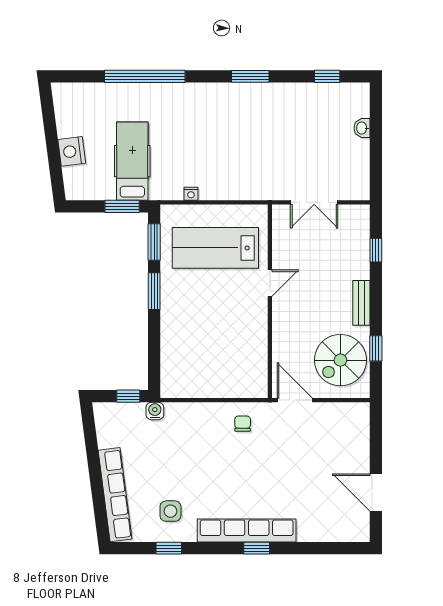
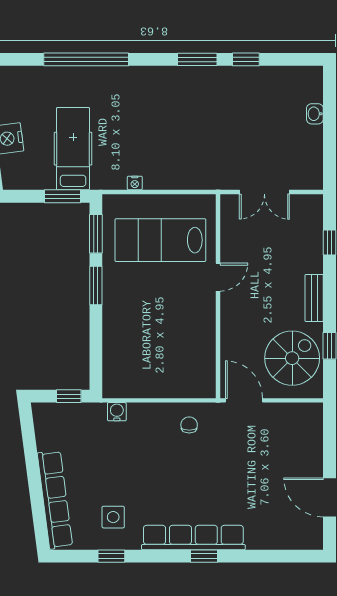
window: (327, 76) -> (246, 59), moved
spiral stairs: (340, 360) -> (292, 358), turned 180
water cooler: (155, 411) -> (117, 412), moved

